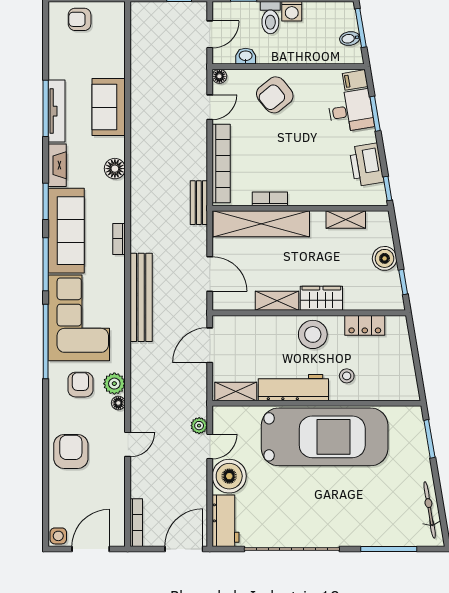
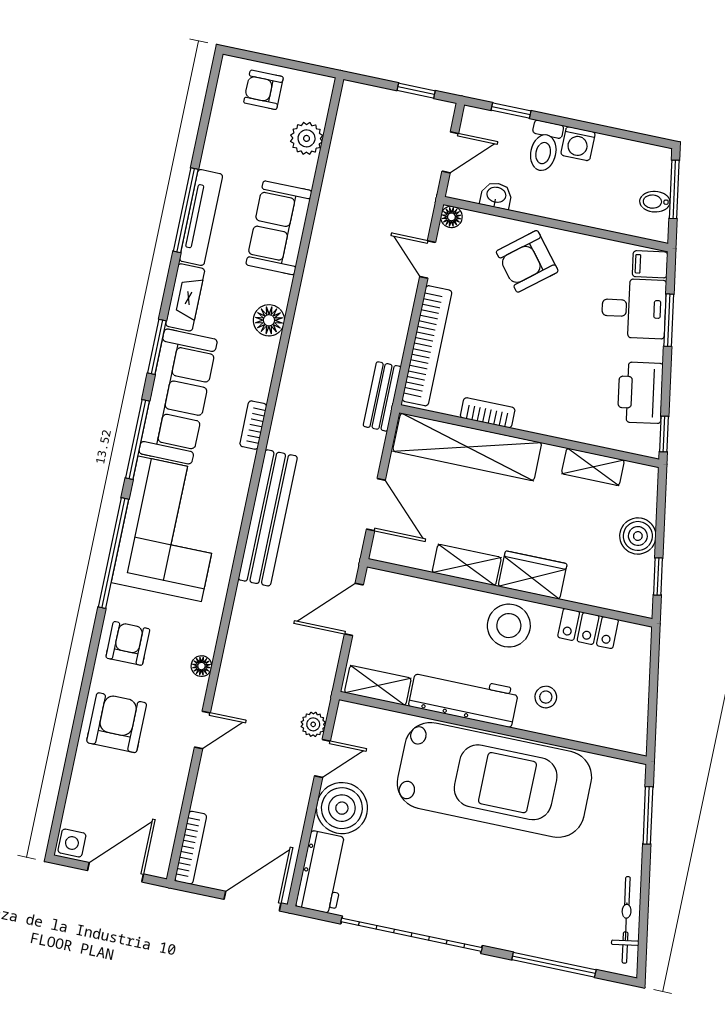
door: (210, 107) -> (428, 259), swing flipped
plant: (114, 384) -> (307, 138), moved
armchair: (80, 385) -> (128, 643), moved

